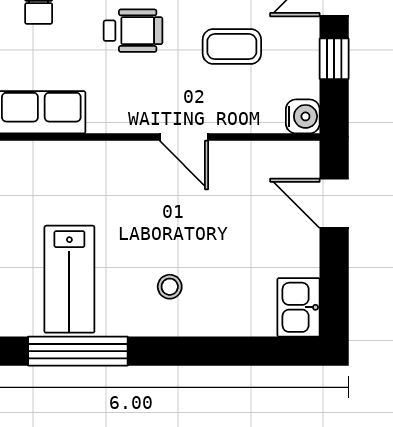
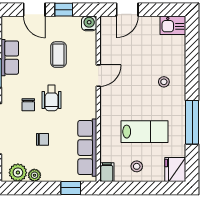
wheelchair: (133, 31) -> (51, 98), turned 180
lab bench: (69, 279) -> (145, 132), moved

